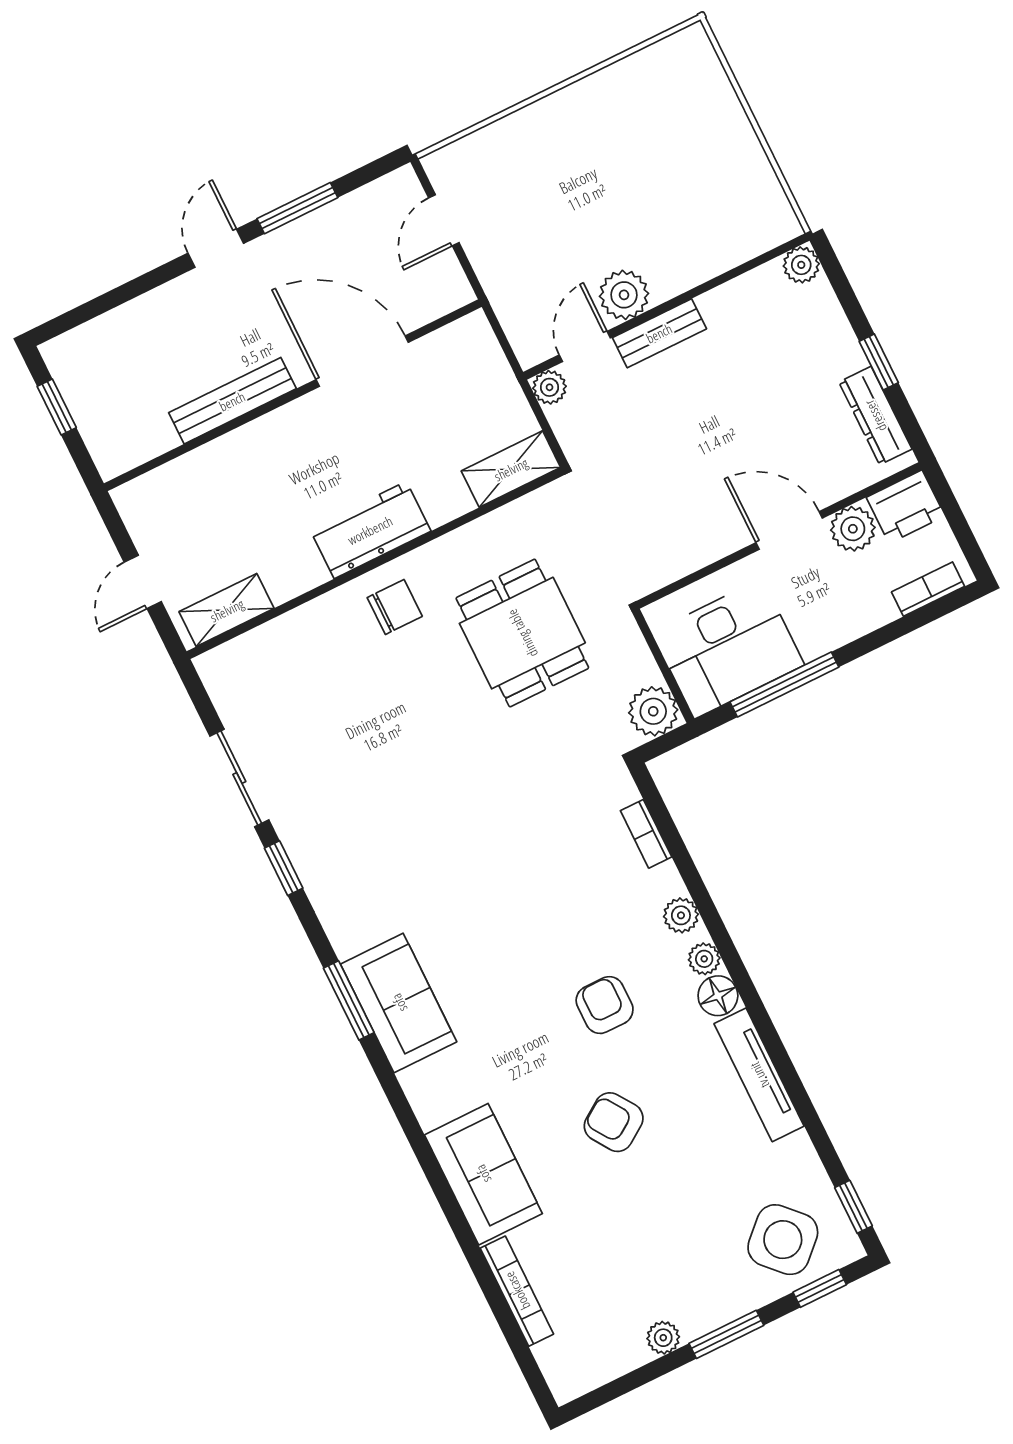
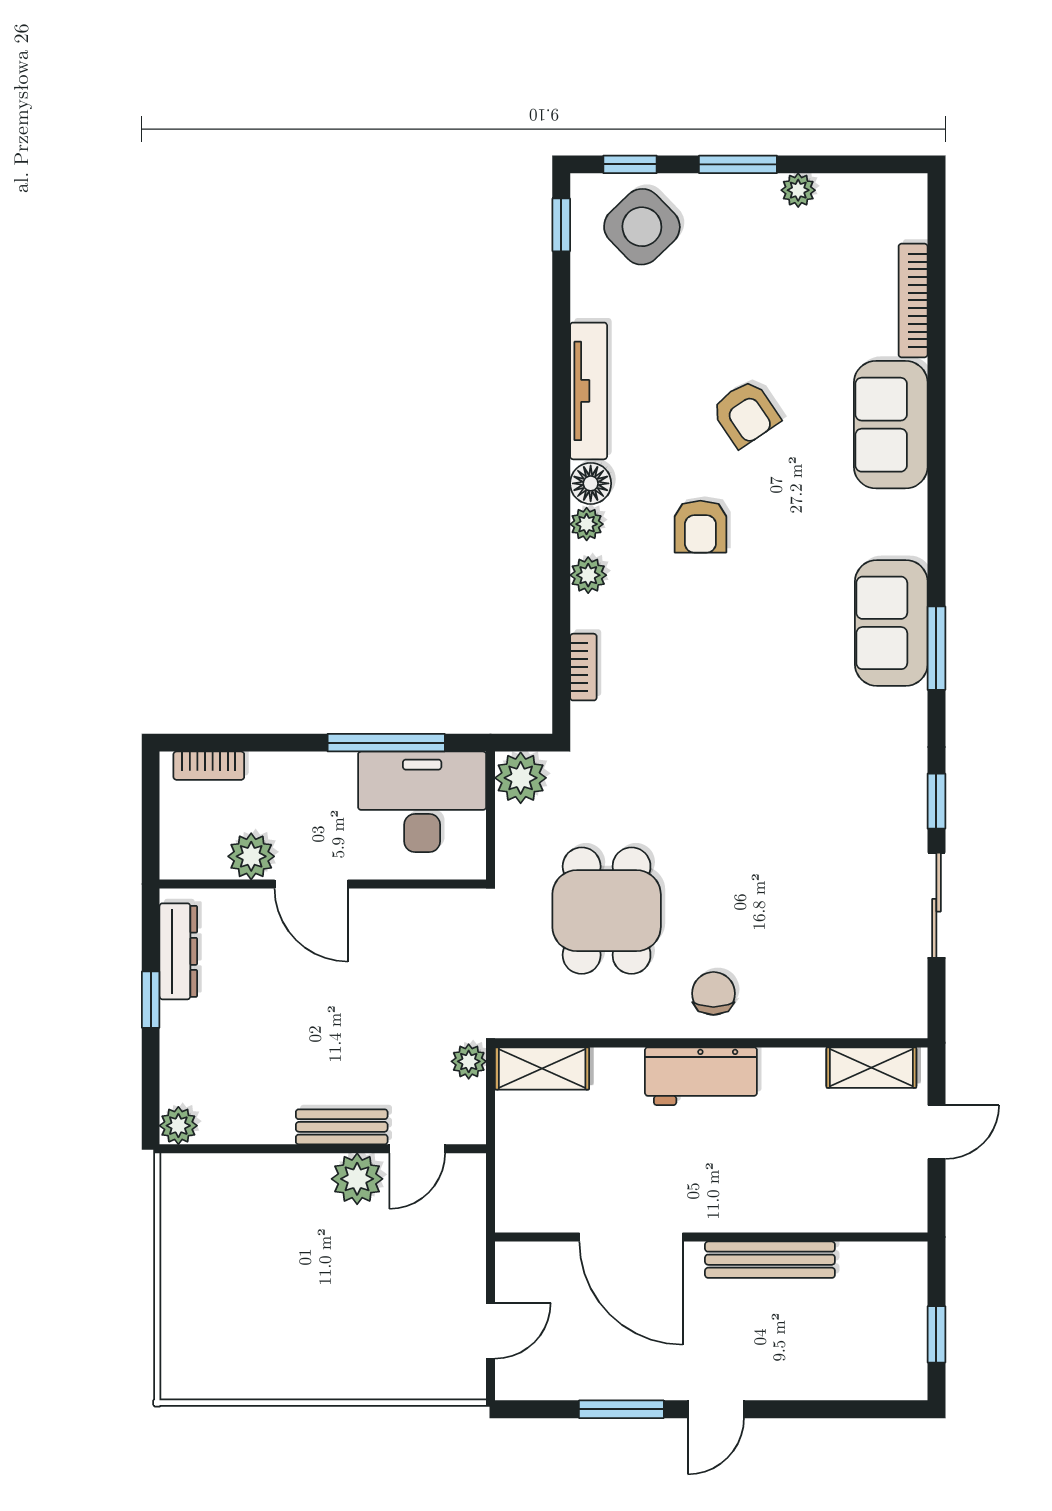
plant: (549, 387) -> (469, 1061), moved
printer: (906, 507) -> (192, 853), removed
chair: (395, 607) -> (713, 993), turned 90

